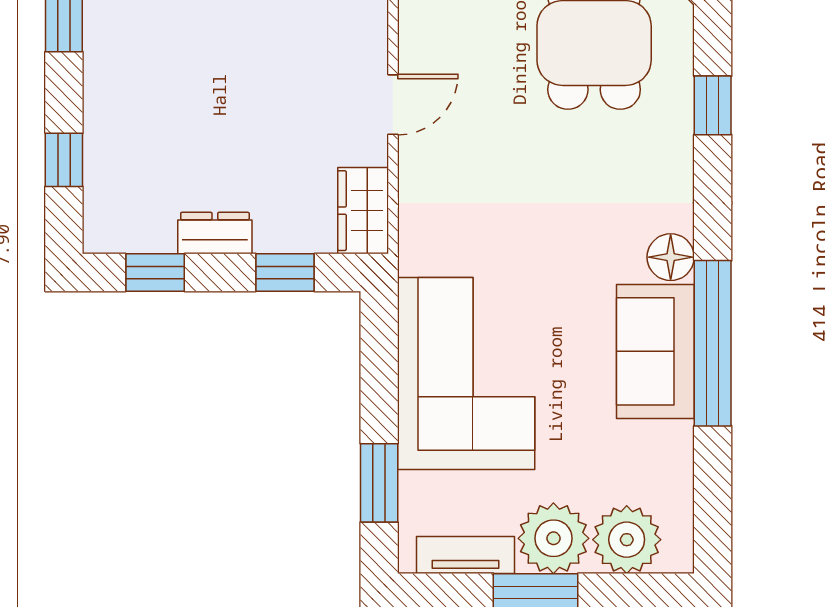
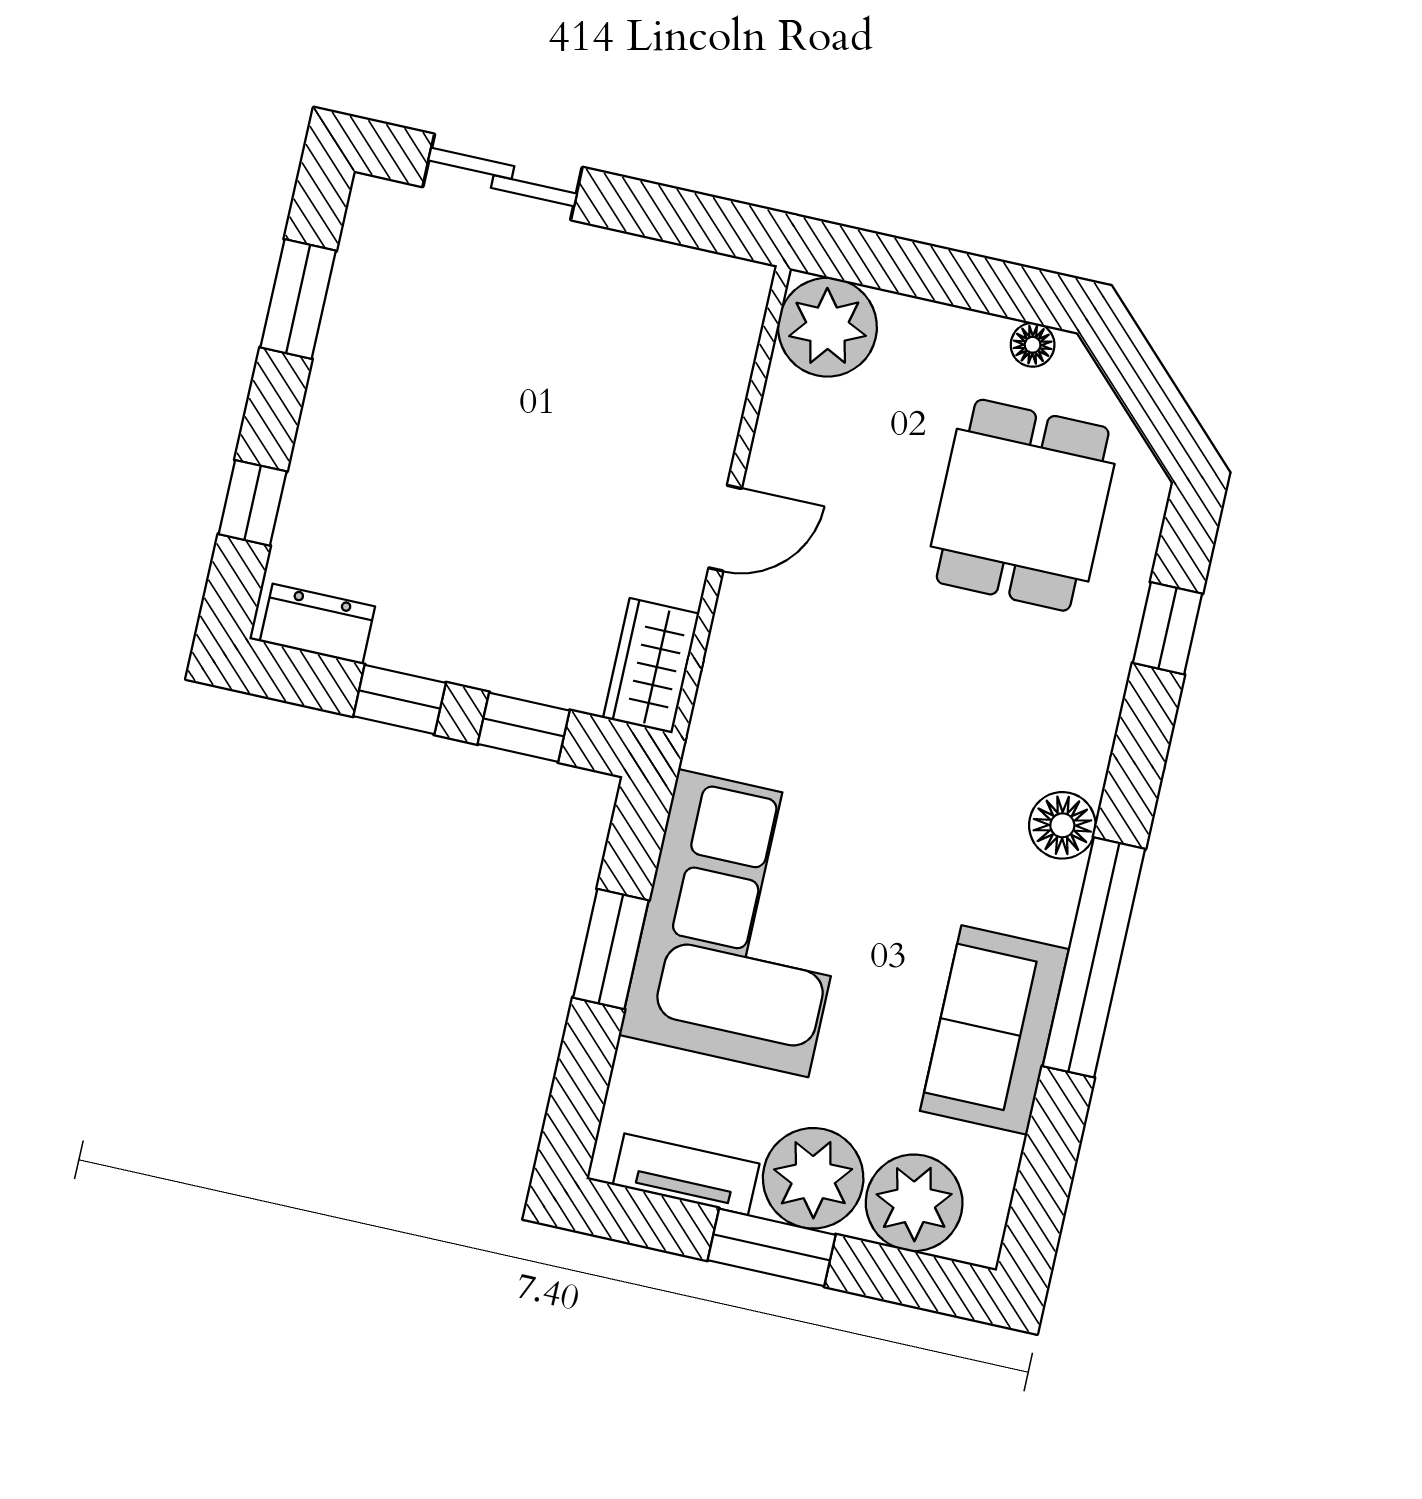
dresser: (215, 233) -> (317, 624), moved
window: (155, 273) -> (400, 700), moved
sofa: (655, 351) -> (994, 1030), moved
window: (379, 483) -> (611, 949), moved

